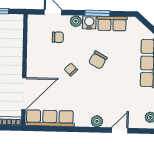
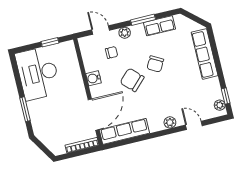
water cooler: (89, 22) -> (94, 78), moved, turned -90
chair: (71, 70) -> (132, 80), width x1.87, depth x1.87
door: (120, 130) -> (194, 125), hinge flipped

